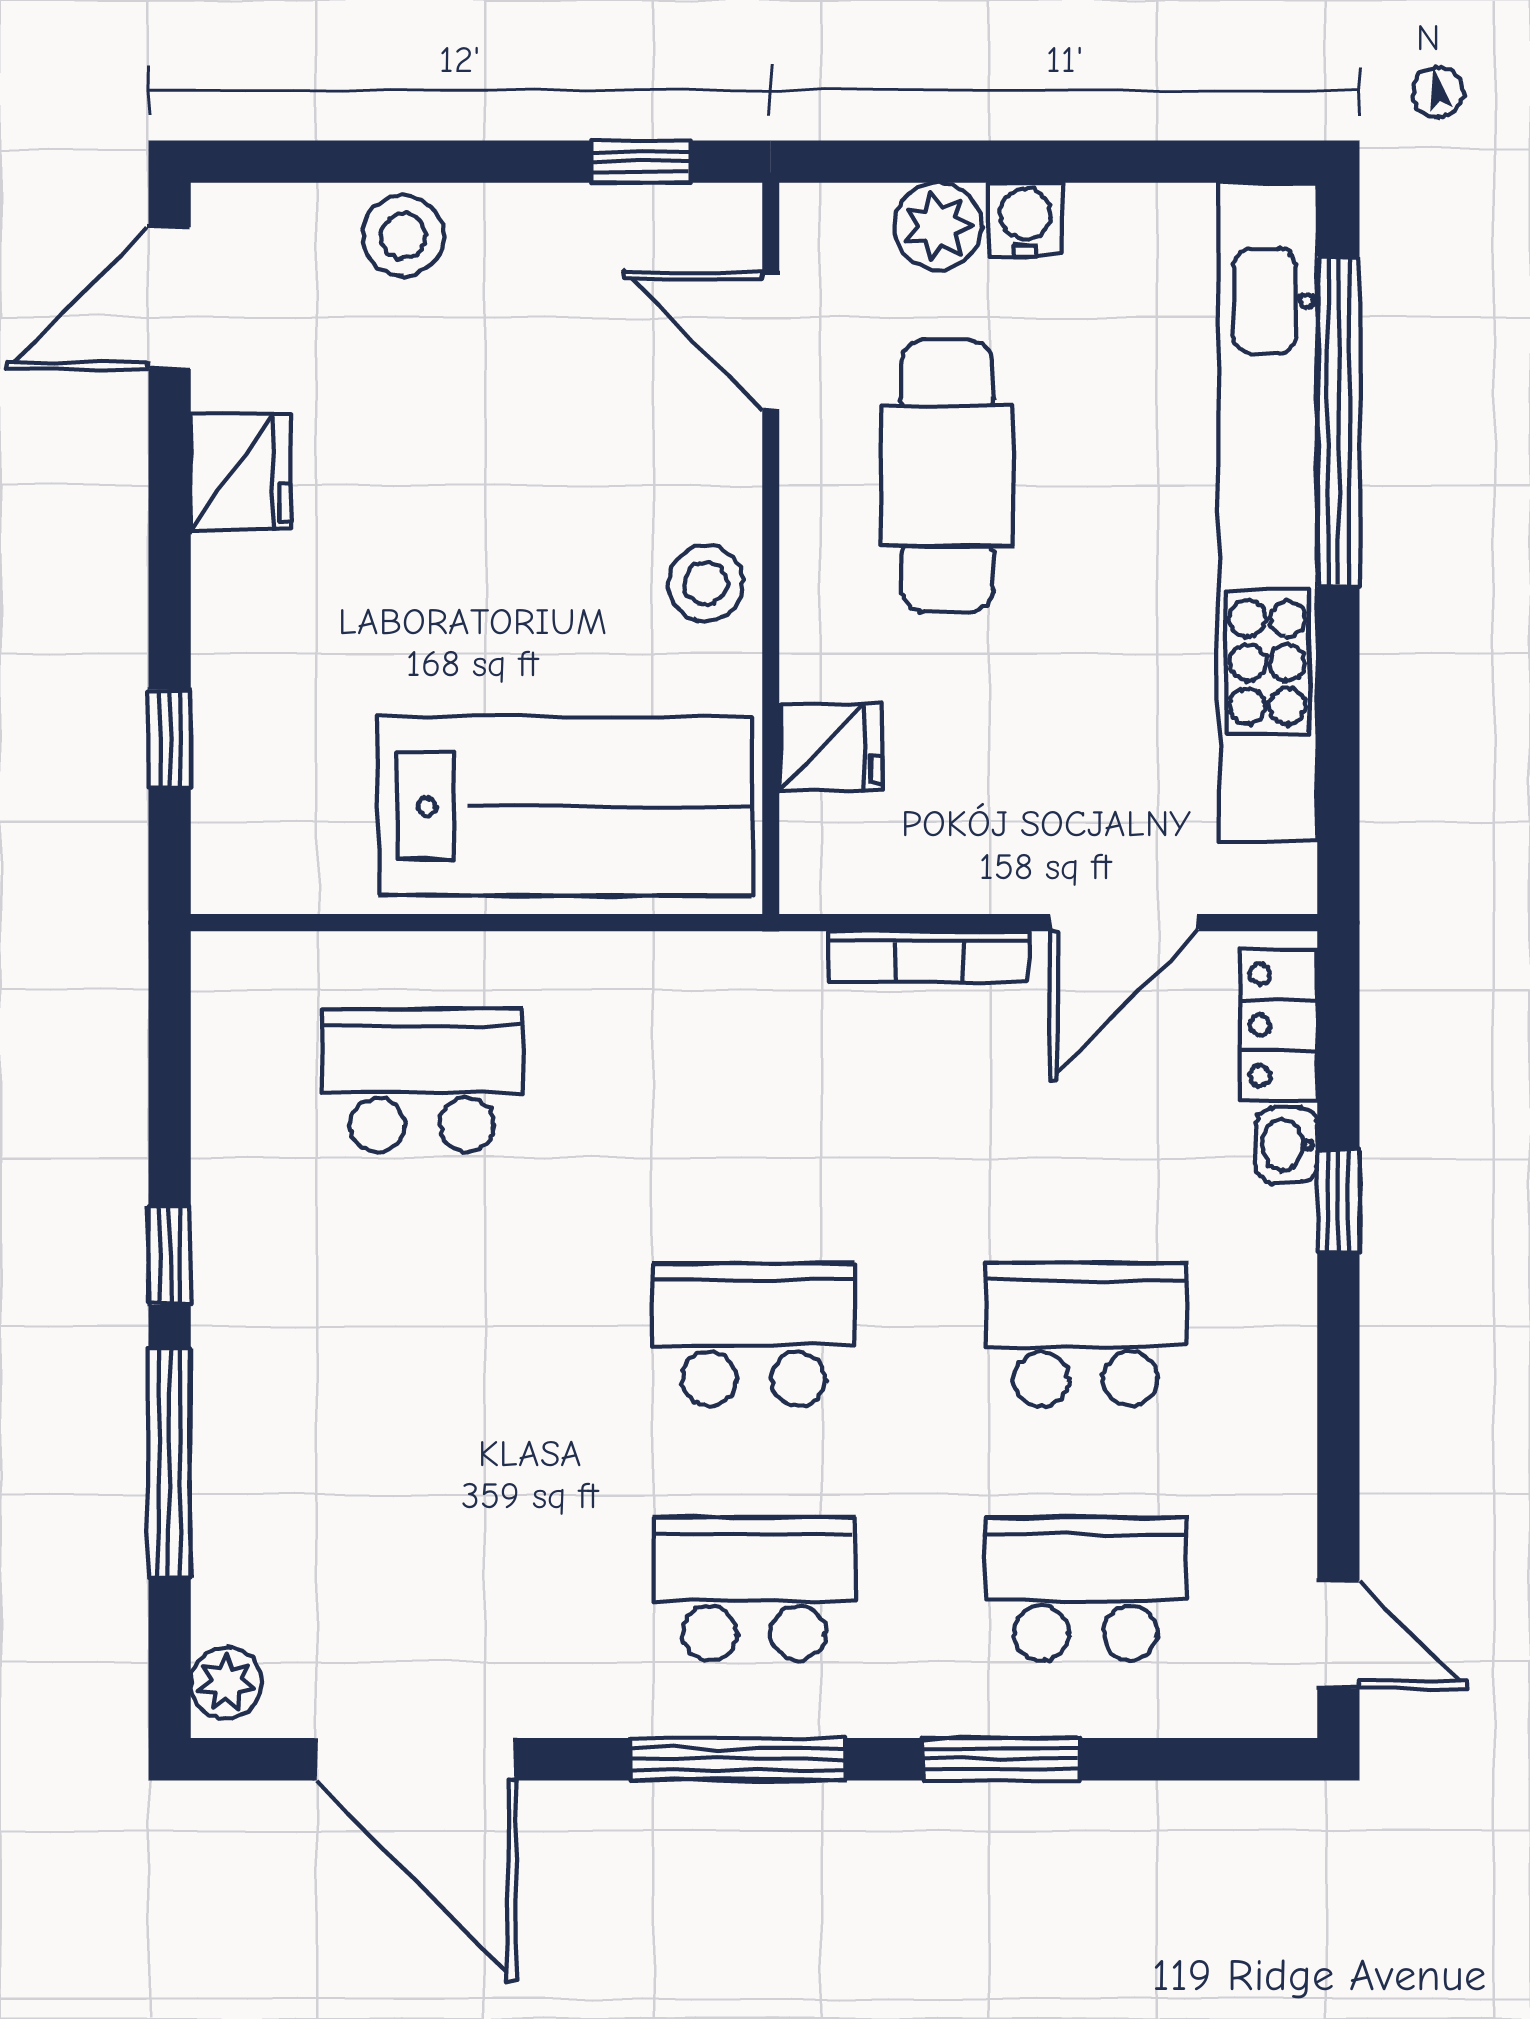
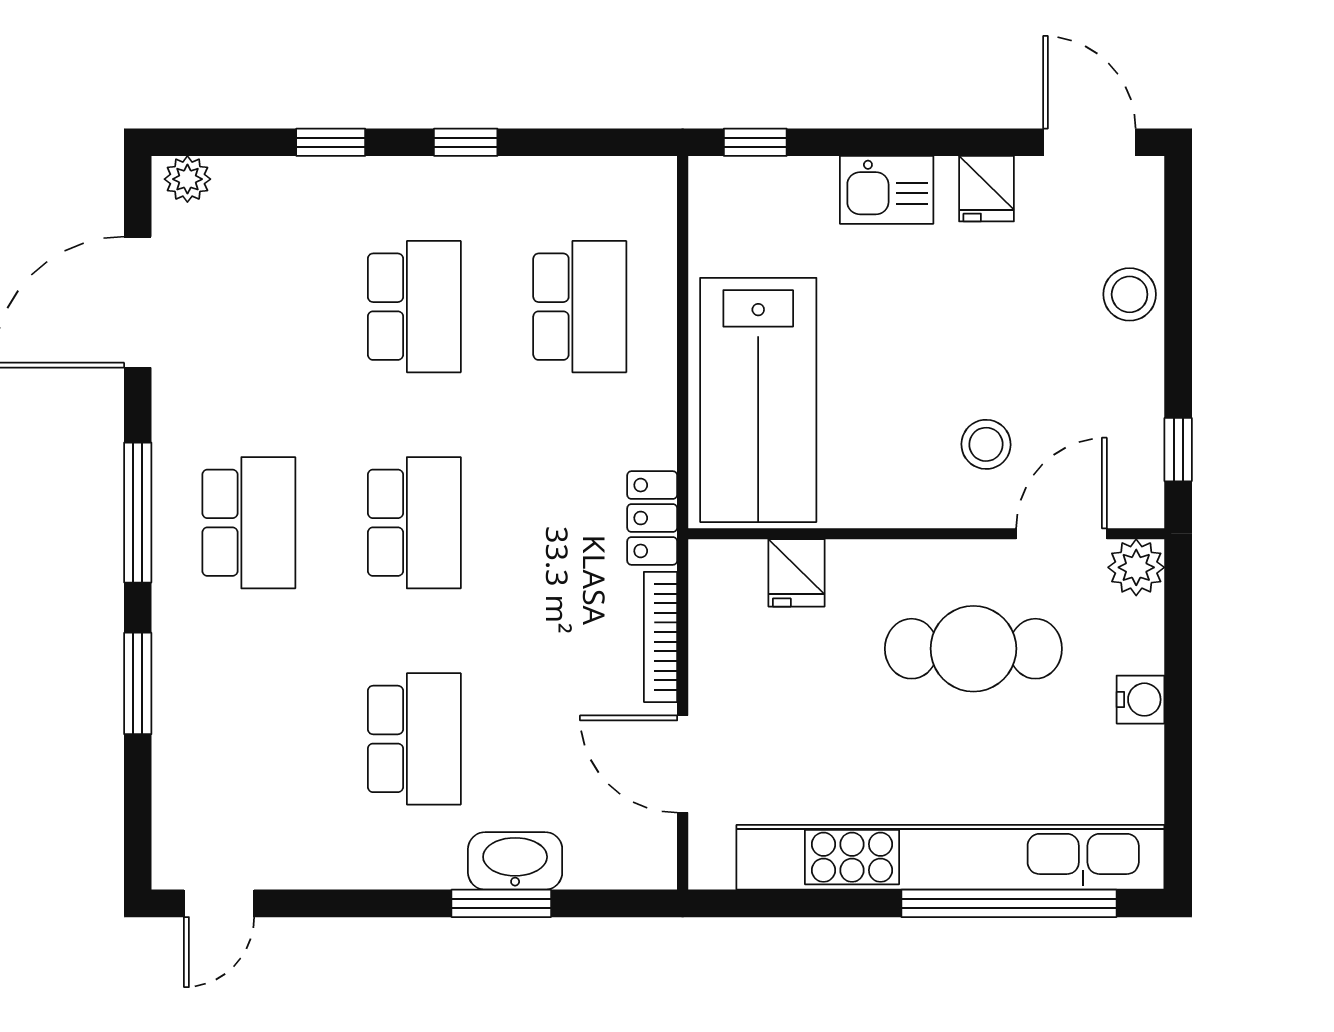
plant: (938, 226) -> (1136, 567), moved
fridge: (241, 472) -> (986, 189), width x0.72
stool: (705, 583) -> (986, 444), moved
kitchen sink: (243, 609) -> (887, 190), added
window: (170, 738) -> (755, 142), moved
locker: (1279, 1025) -> (652, 518), moved, turned -90
washbasin: (1287, 1145) -> (515, 861), width x1.91, depth x1.45
window: (1338, 1201) -> (501, 903), width x1.50
window: (170, 1463) -> (331, 142), width x0.46
school desk: (1086, 1589) -> (414, 307), moved

